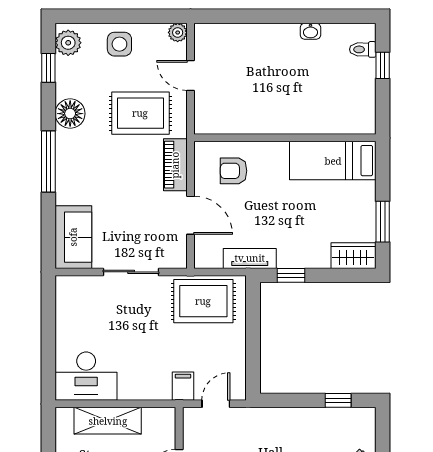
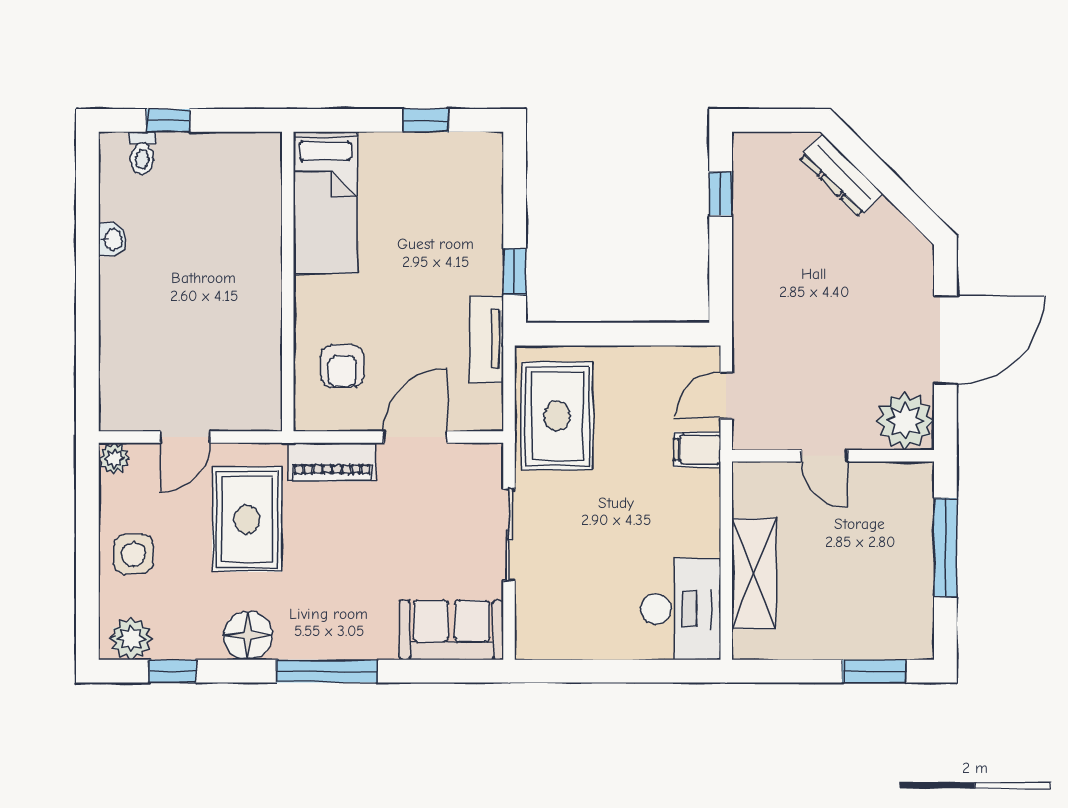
window: (383, 222) -> (426, 120), width x0.67
wardrobe: (353, 256) -> (482, 169), removed
door: (216, 404) -> (726, 395), hinge flipped

